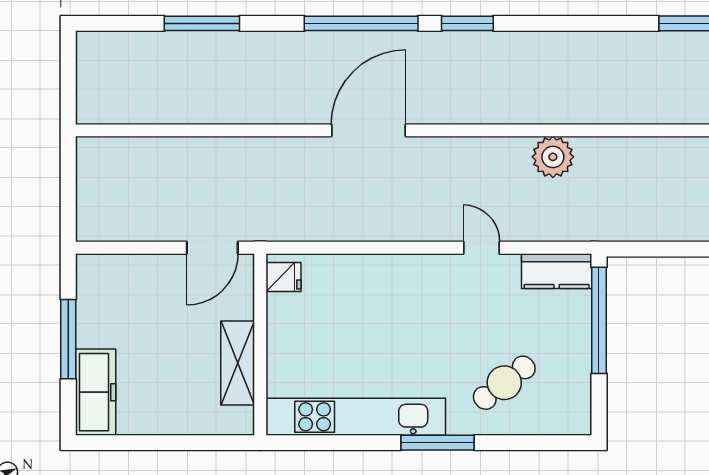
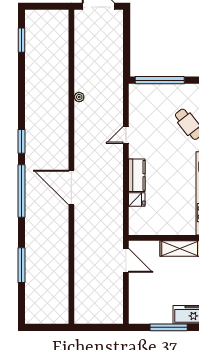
plant: (553, 157) -> (79, 97), width x0.53, depth x0.53
kitchen counter: (557, 271) -> (137, 175), moved
fridge: (284, 277) -> (137, 199), moved, turned 90

